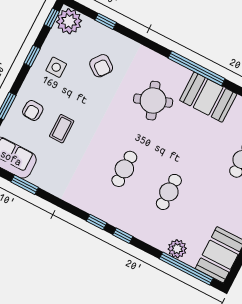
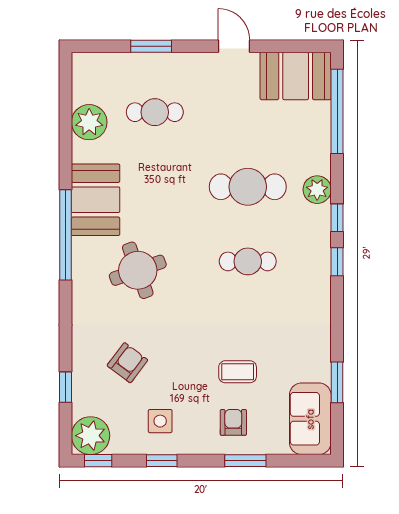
armchair: (33, 110) -> (233, 422), turned -93
cafe table: (169, 192) -> (248, 187), width x1.37, depth x1.35
plant: (177, 249) -> (317, 190), moved

